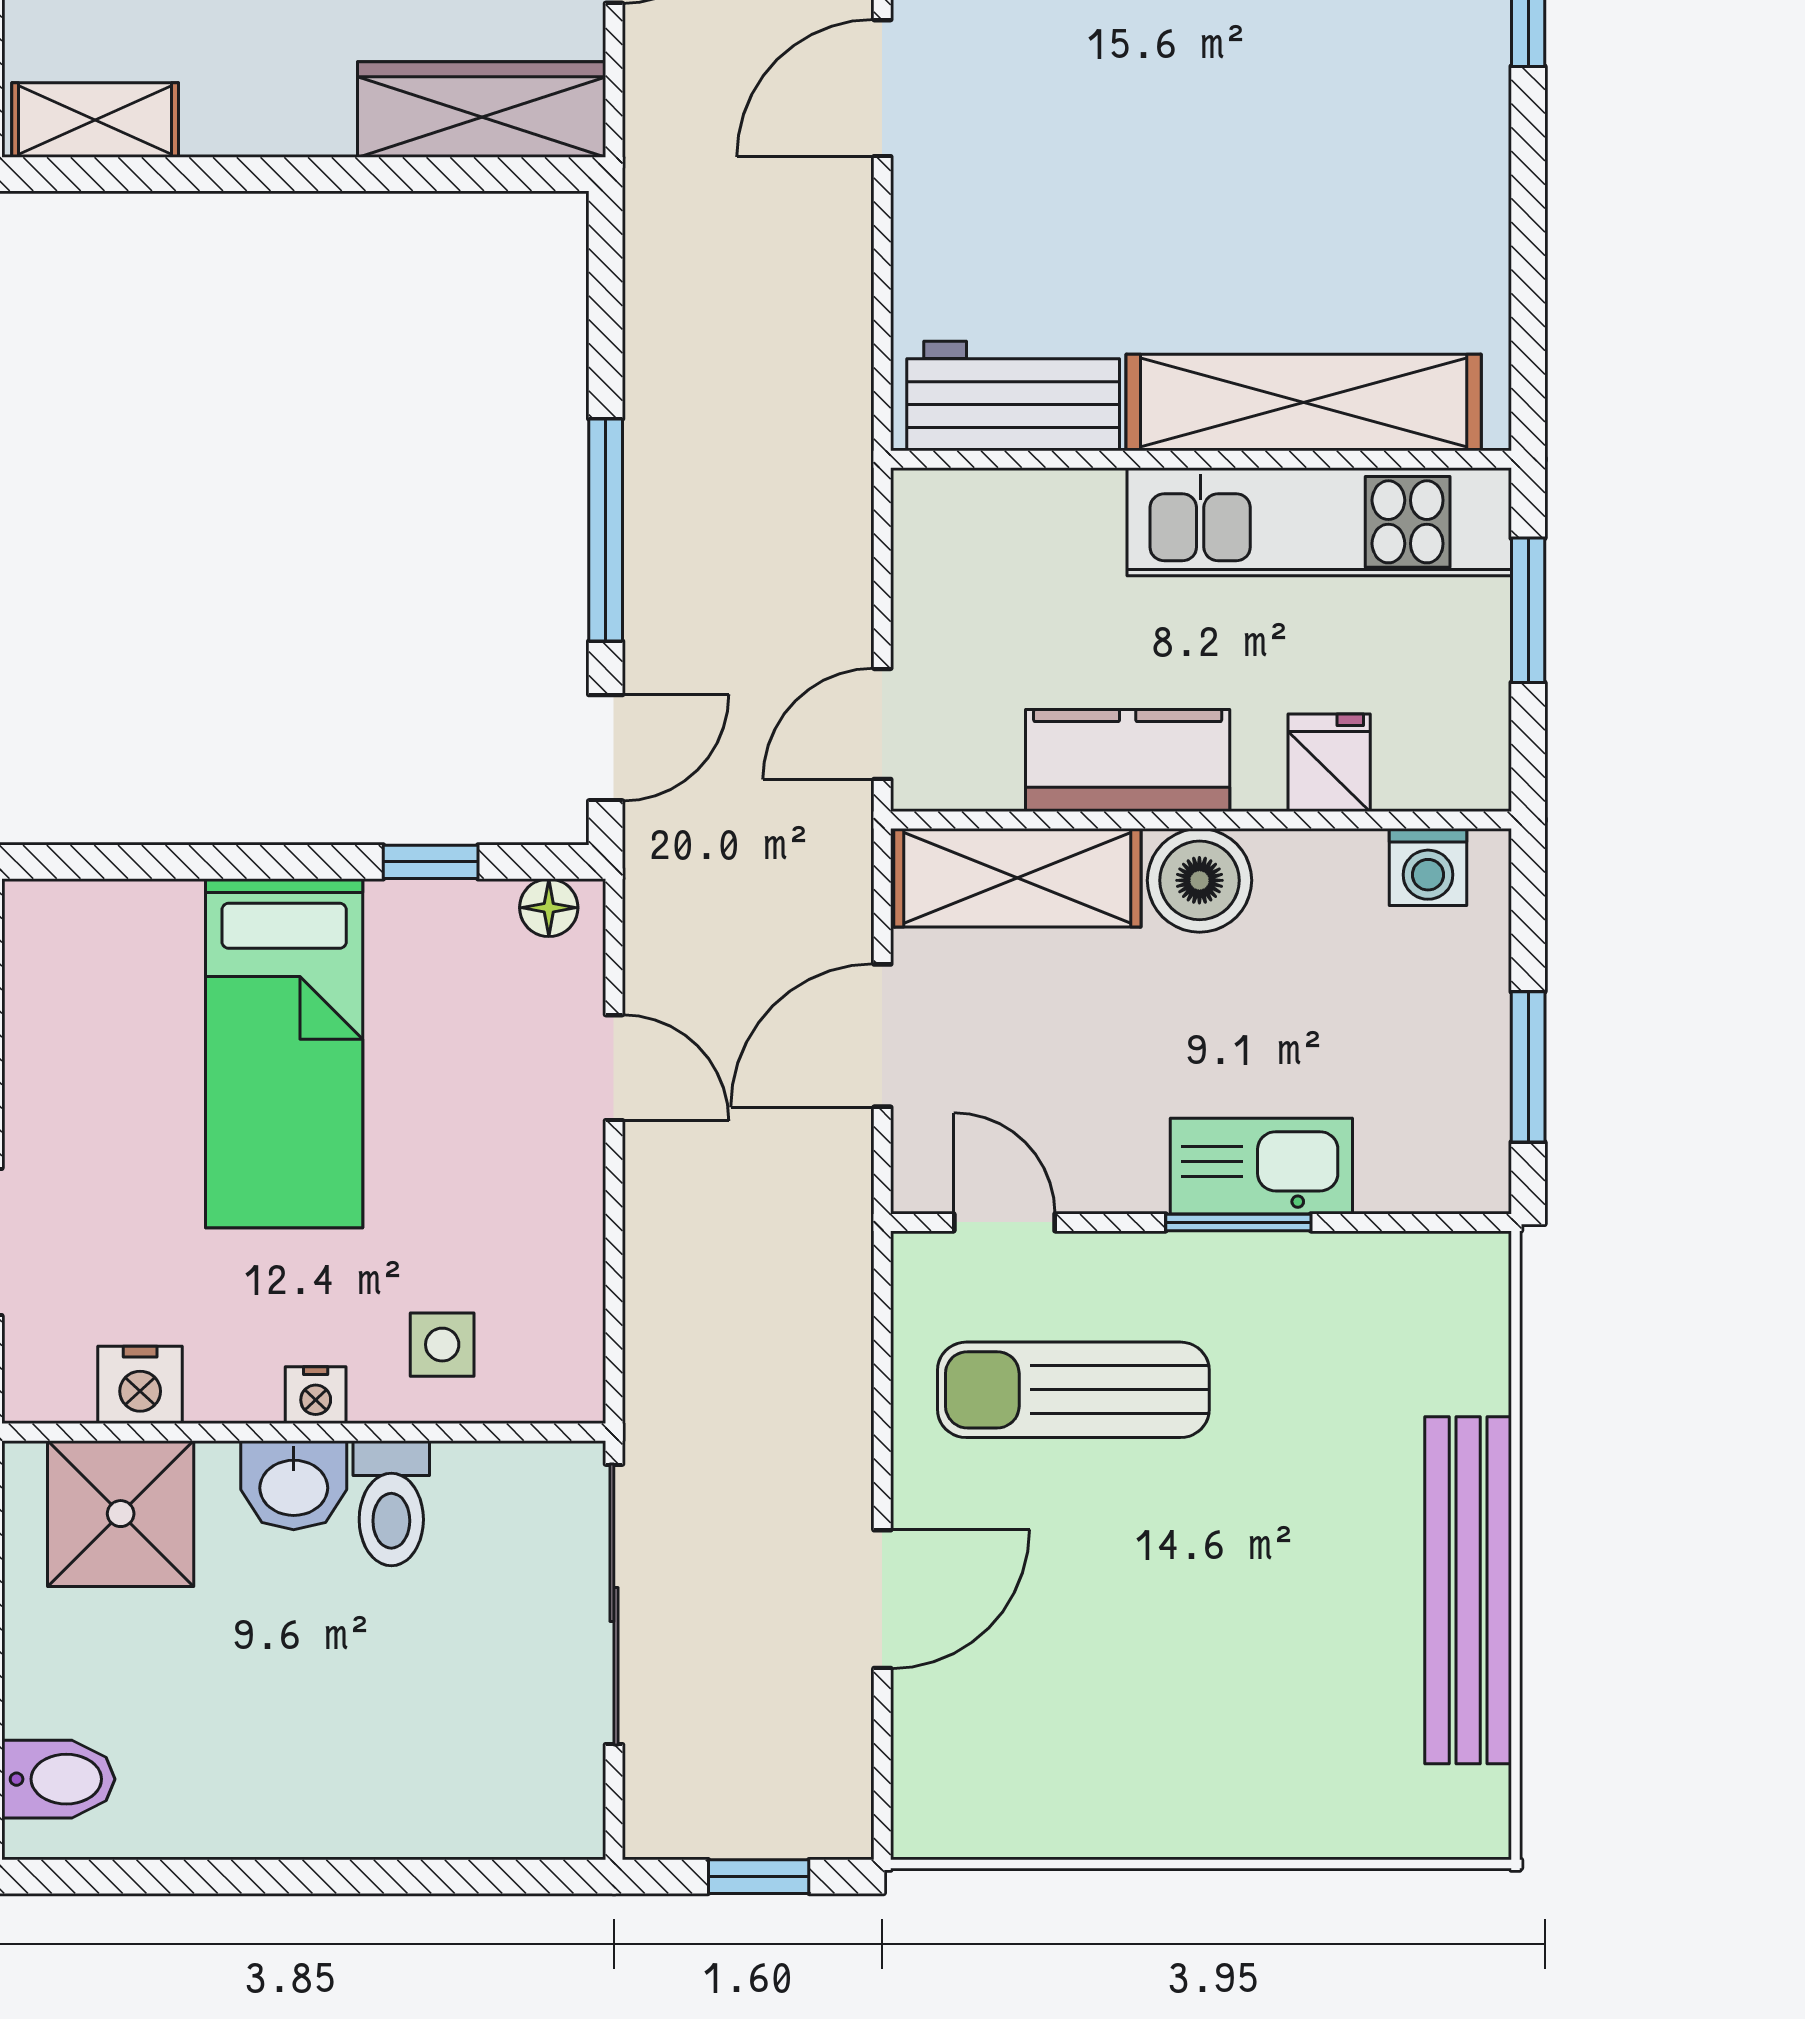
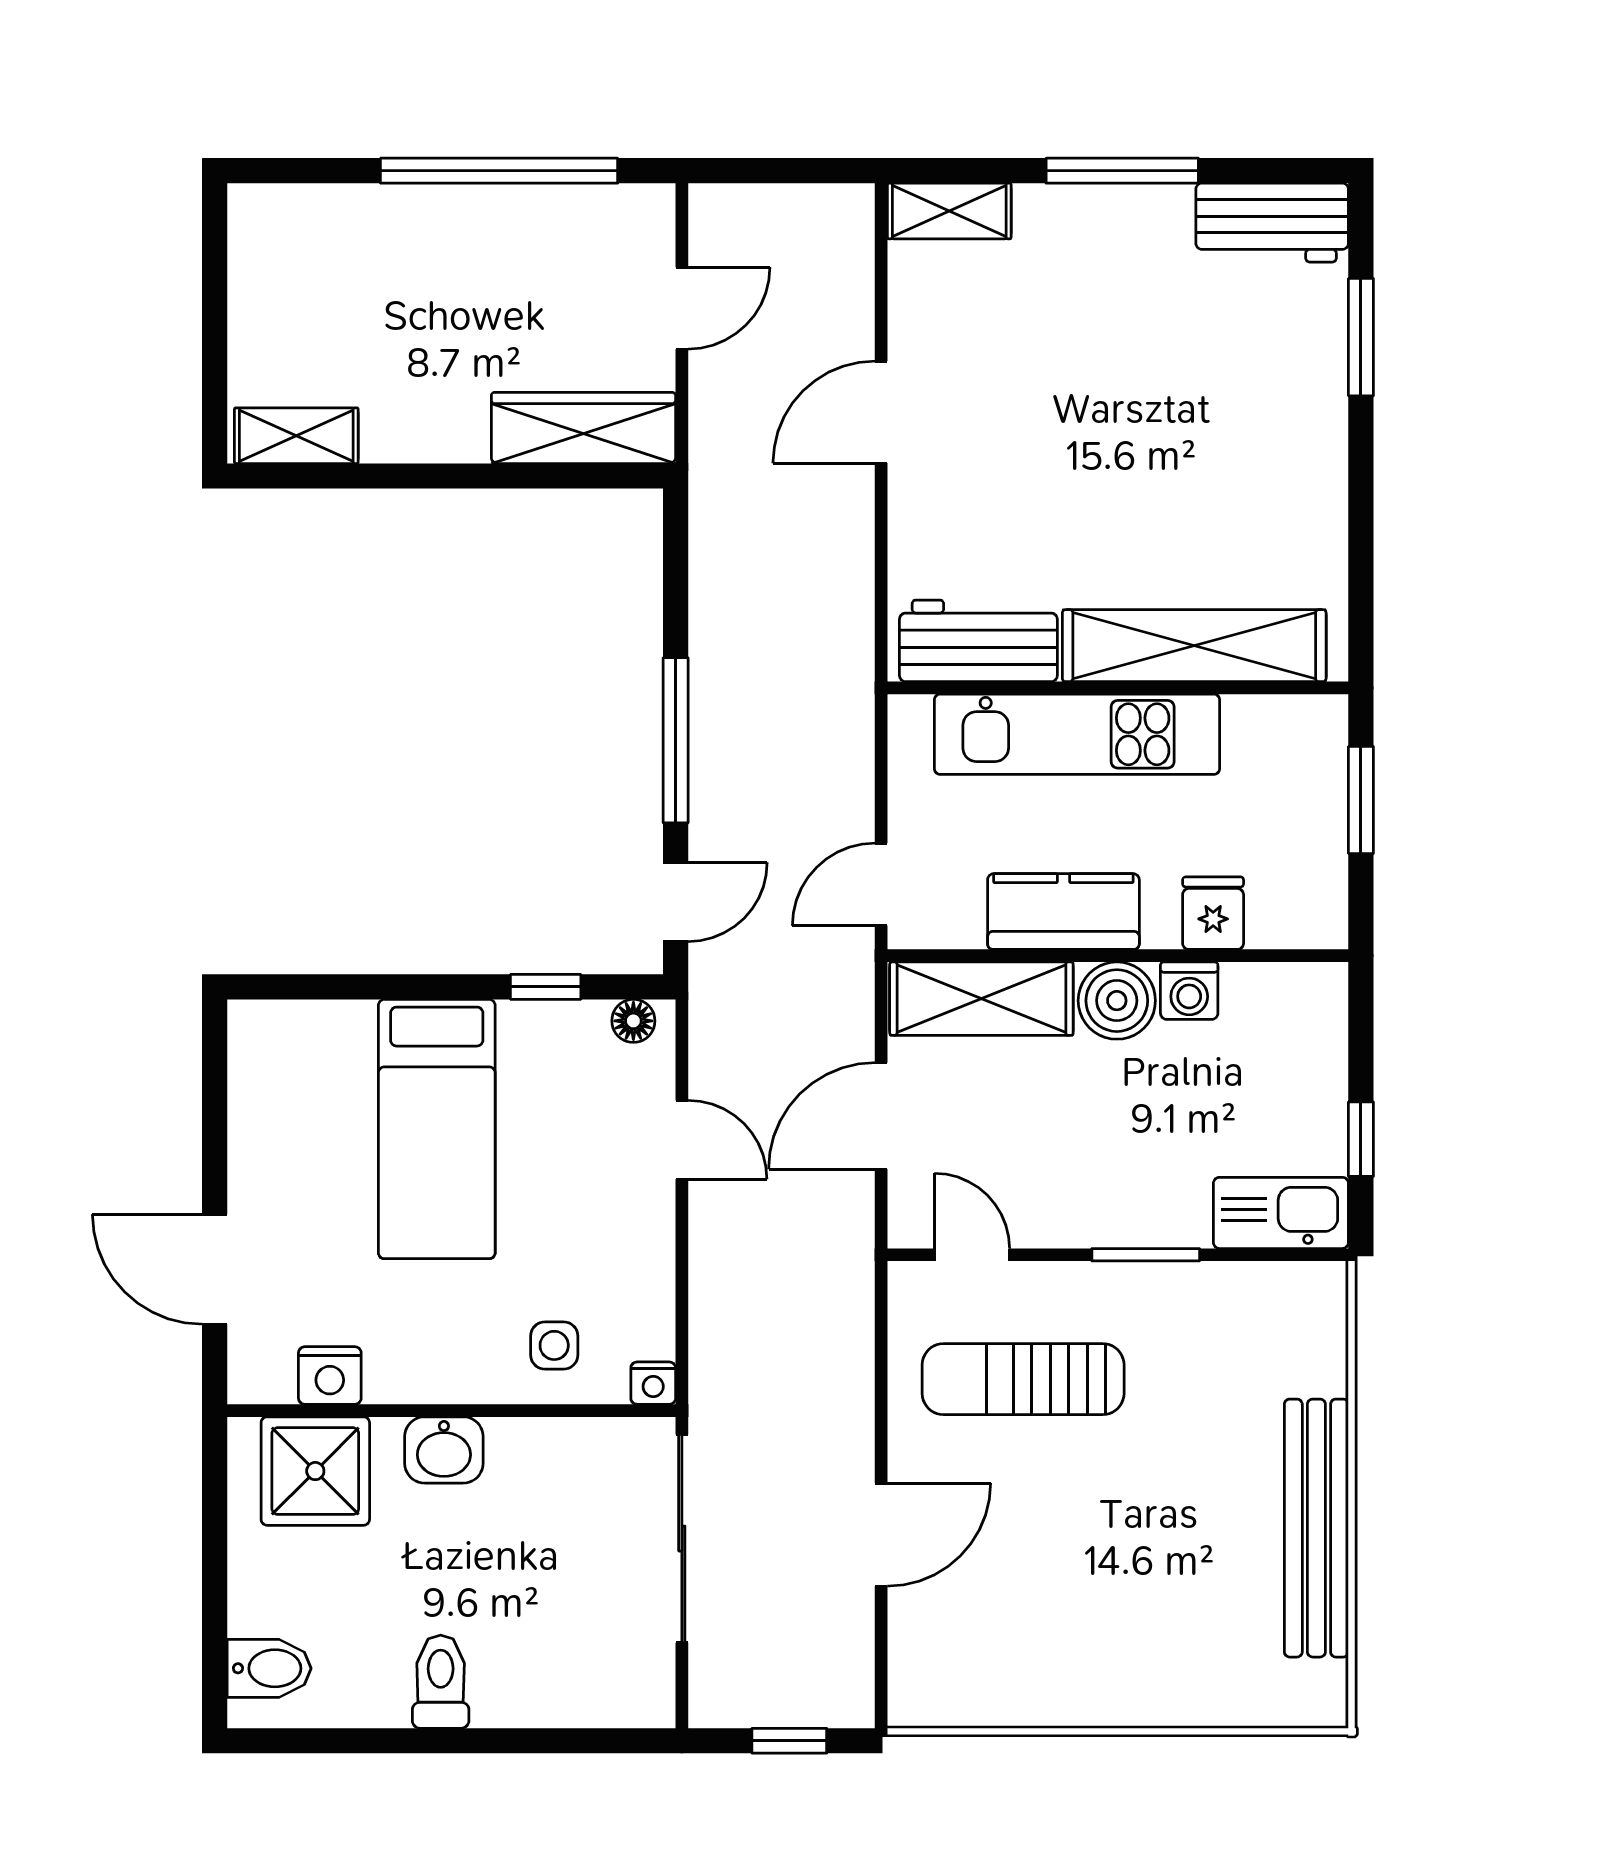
kitchen unit: (1319, 522) -> (1077, 734), moved
washing machine: (1428, 867) -> (1189, 991), moved
window: (1528, 1067) -> (1361, 1139), width x0.67
kitchen sink: (1261, 1166) -> (1281, 1213), moved
nightstand: (316, 1395) -> (653, 1383), moved
toilet: (391, 1503) -> (441, 1682), moved, turned 180

